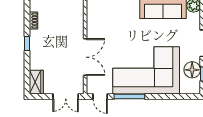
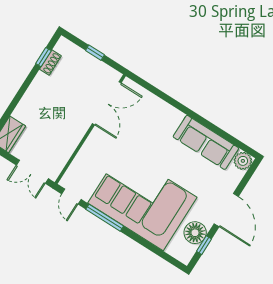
window: (27, 43) -> (43, 57), moved
double door: (85, 57) -> (107, 103), moved

